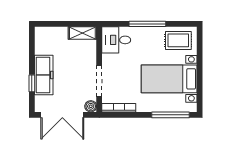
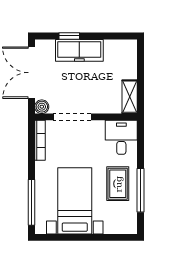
window: (147, 24) -> (141, 190), moved
rug: (178, 40) -> (118, 184), moved

